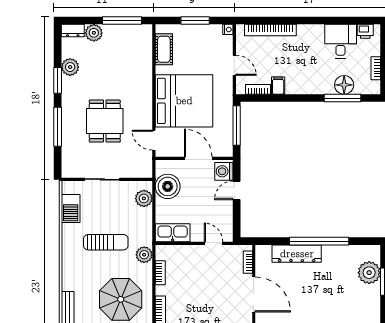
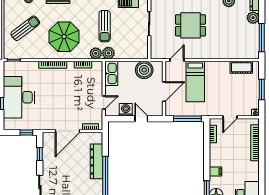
filing cabinet: (278, 86) -> (216, 171), moved
bed: (184, 101) -> (195, 82), width x0.49
washing machine: (224, 171) -> (126, 110), moved
plant: (144, 198) -> (108, 53), moved

